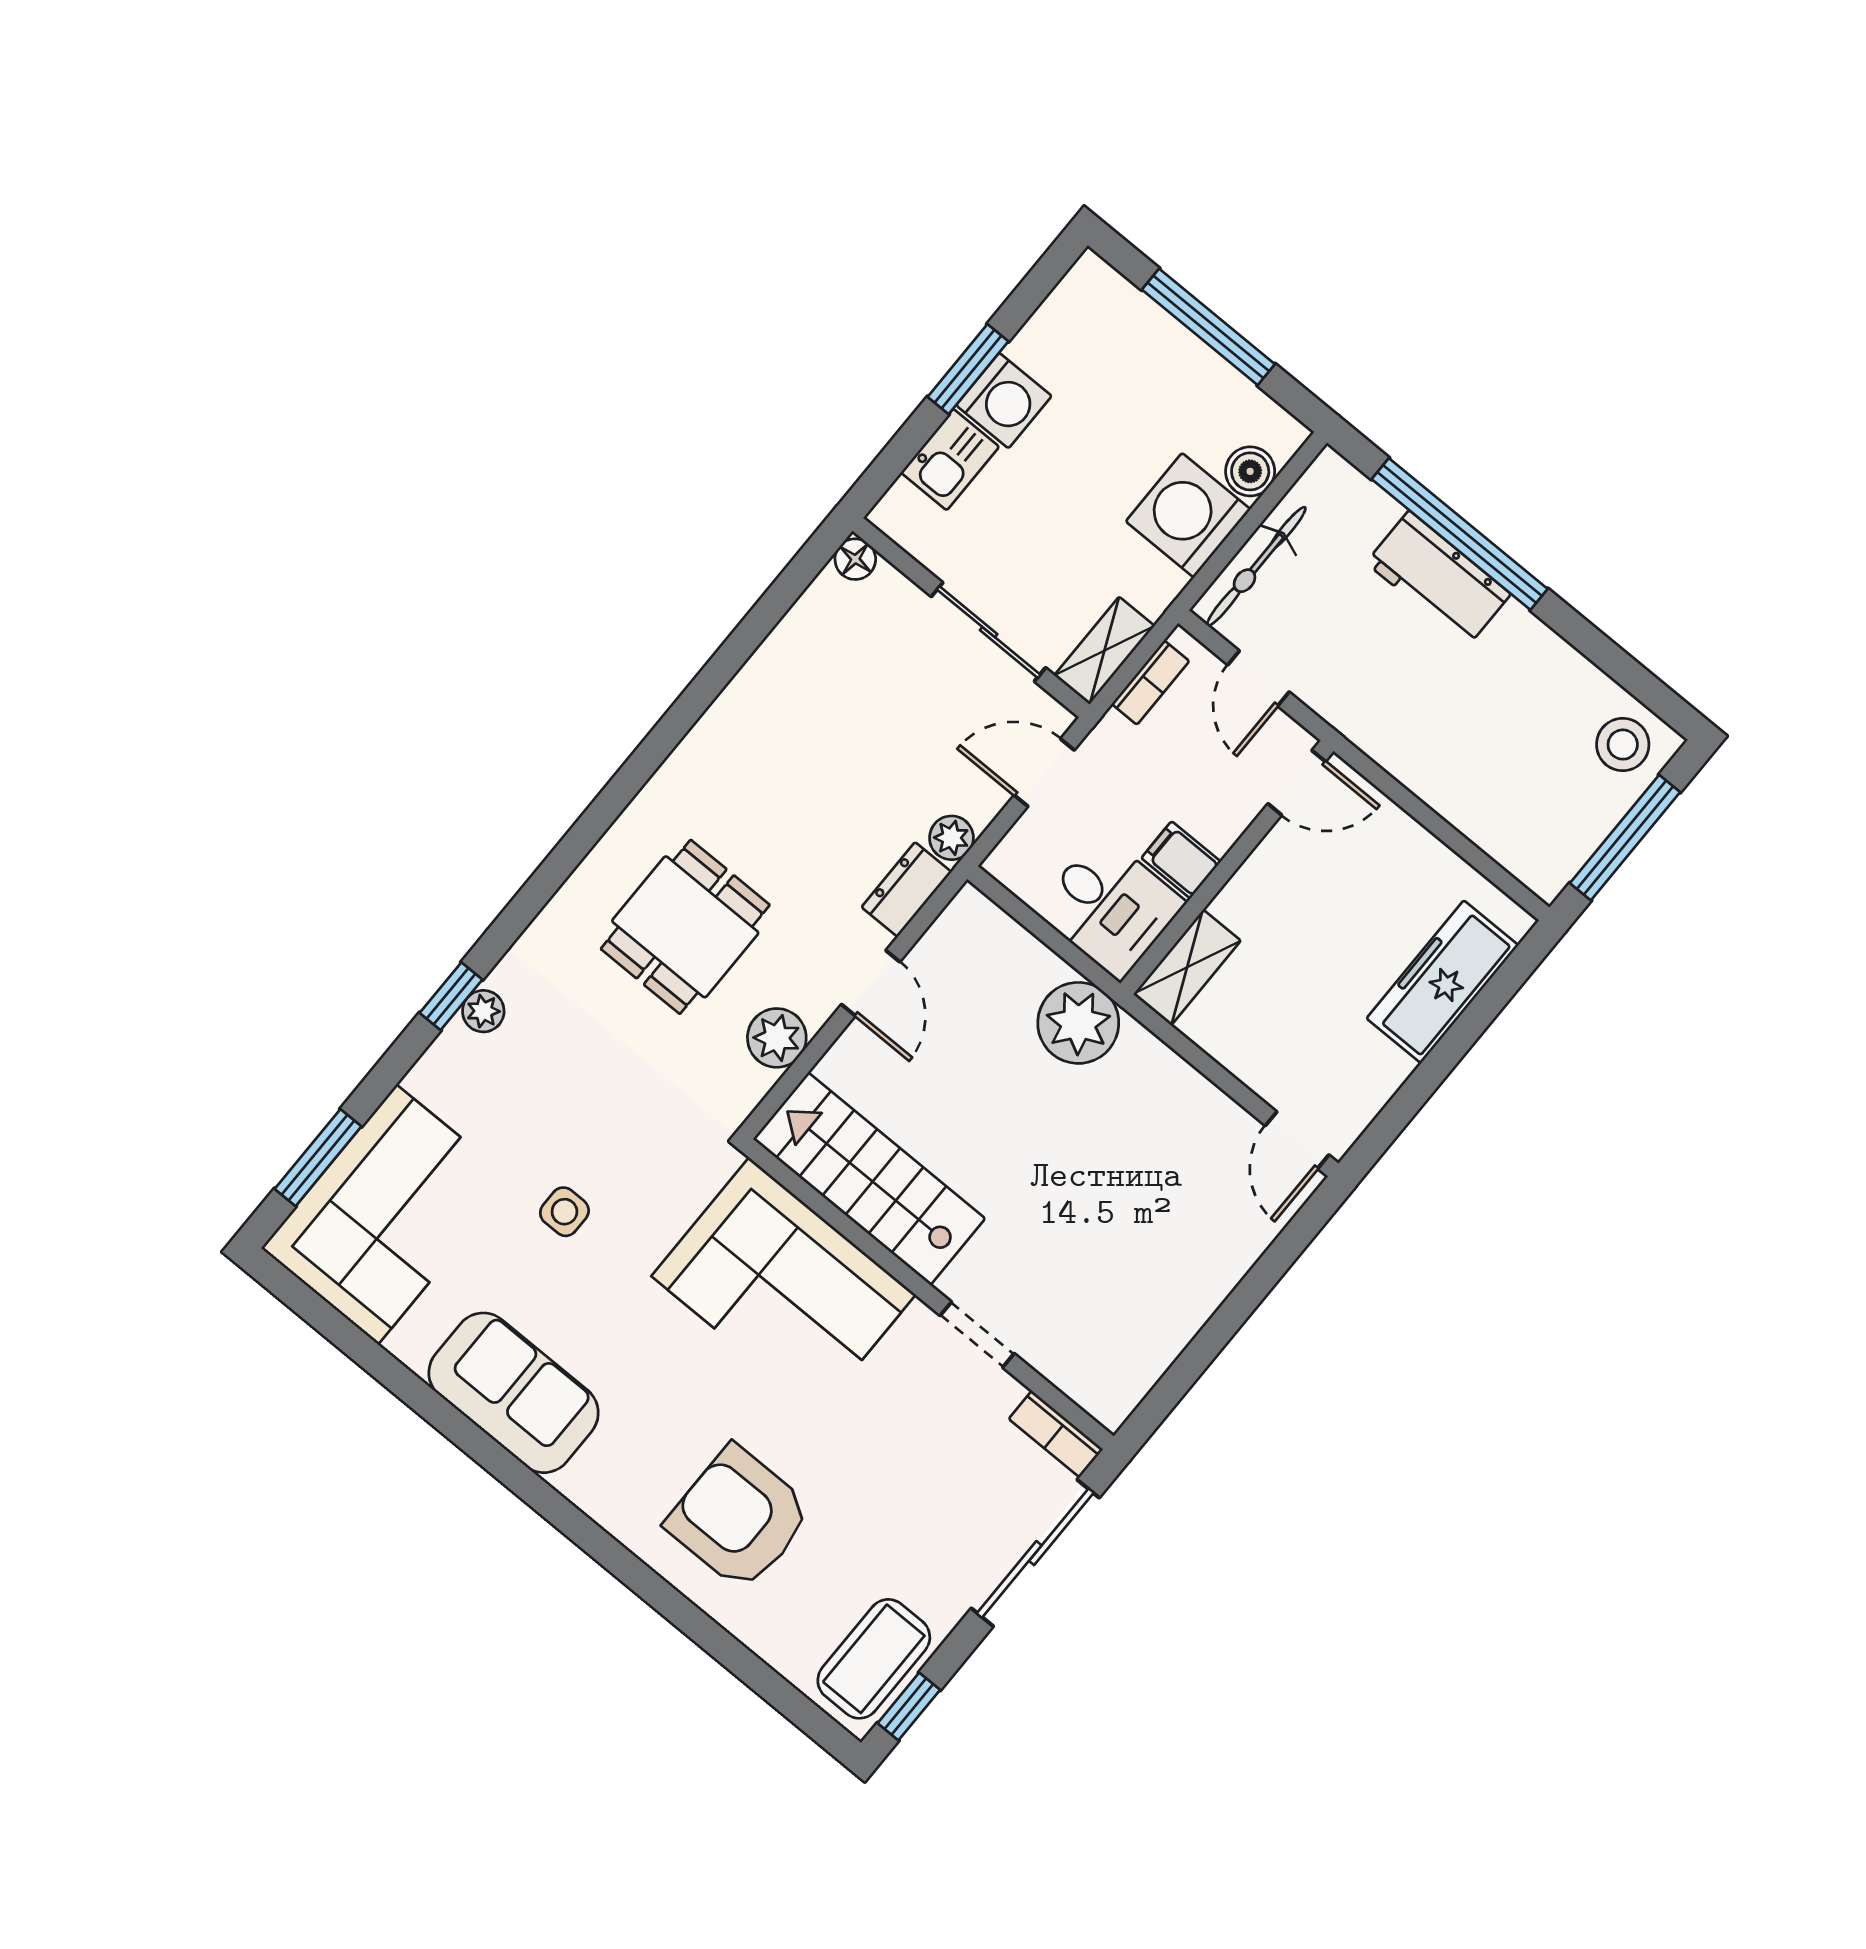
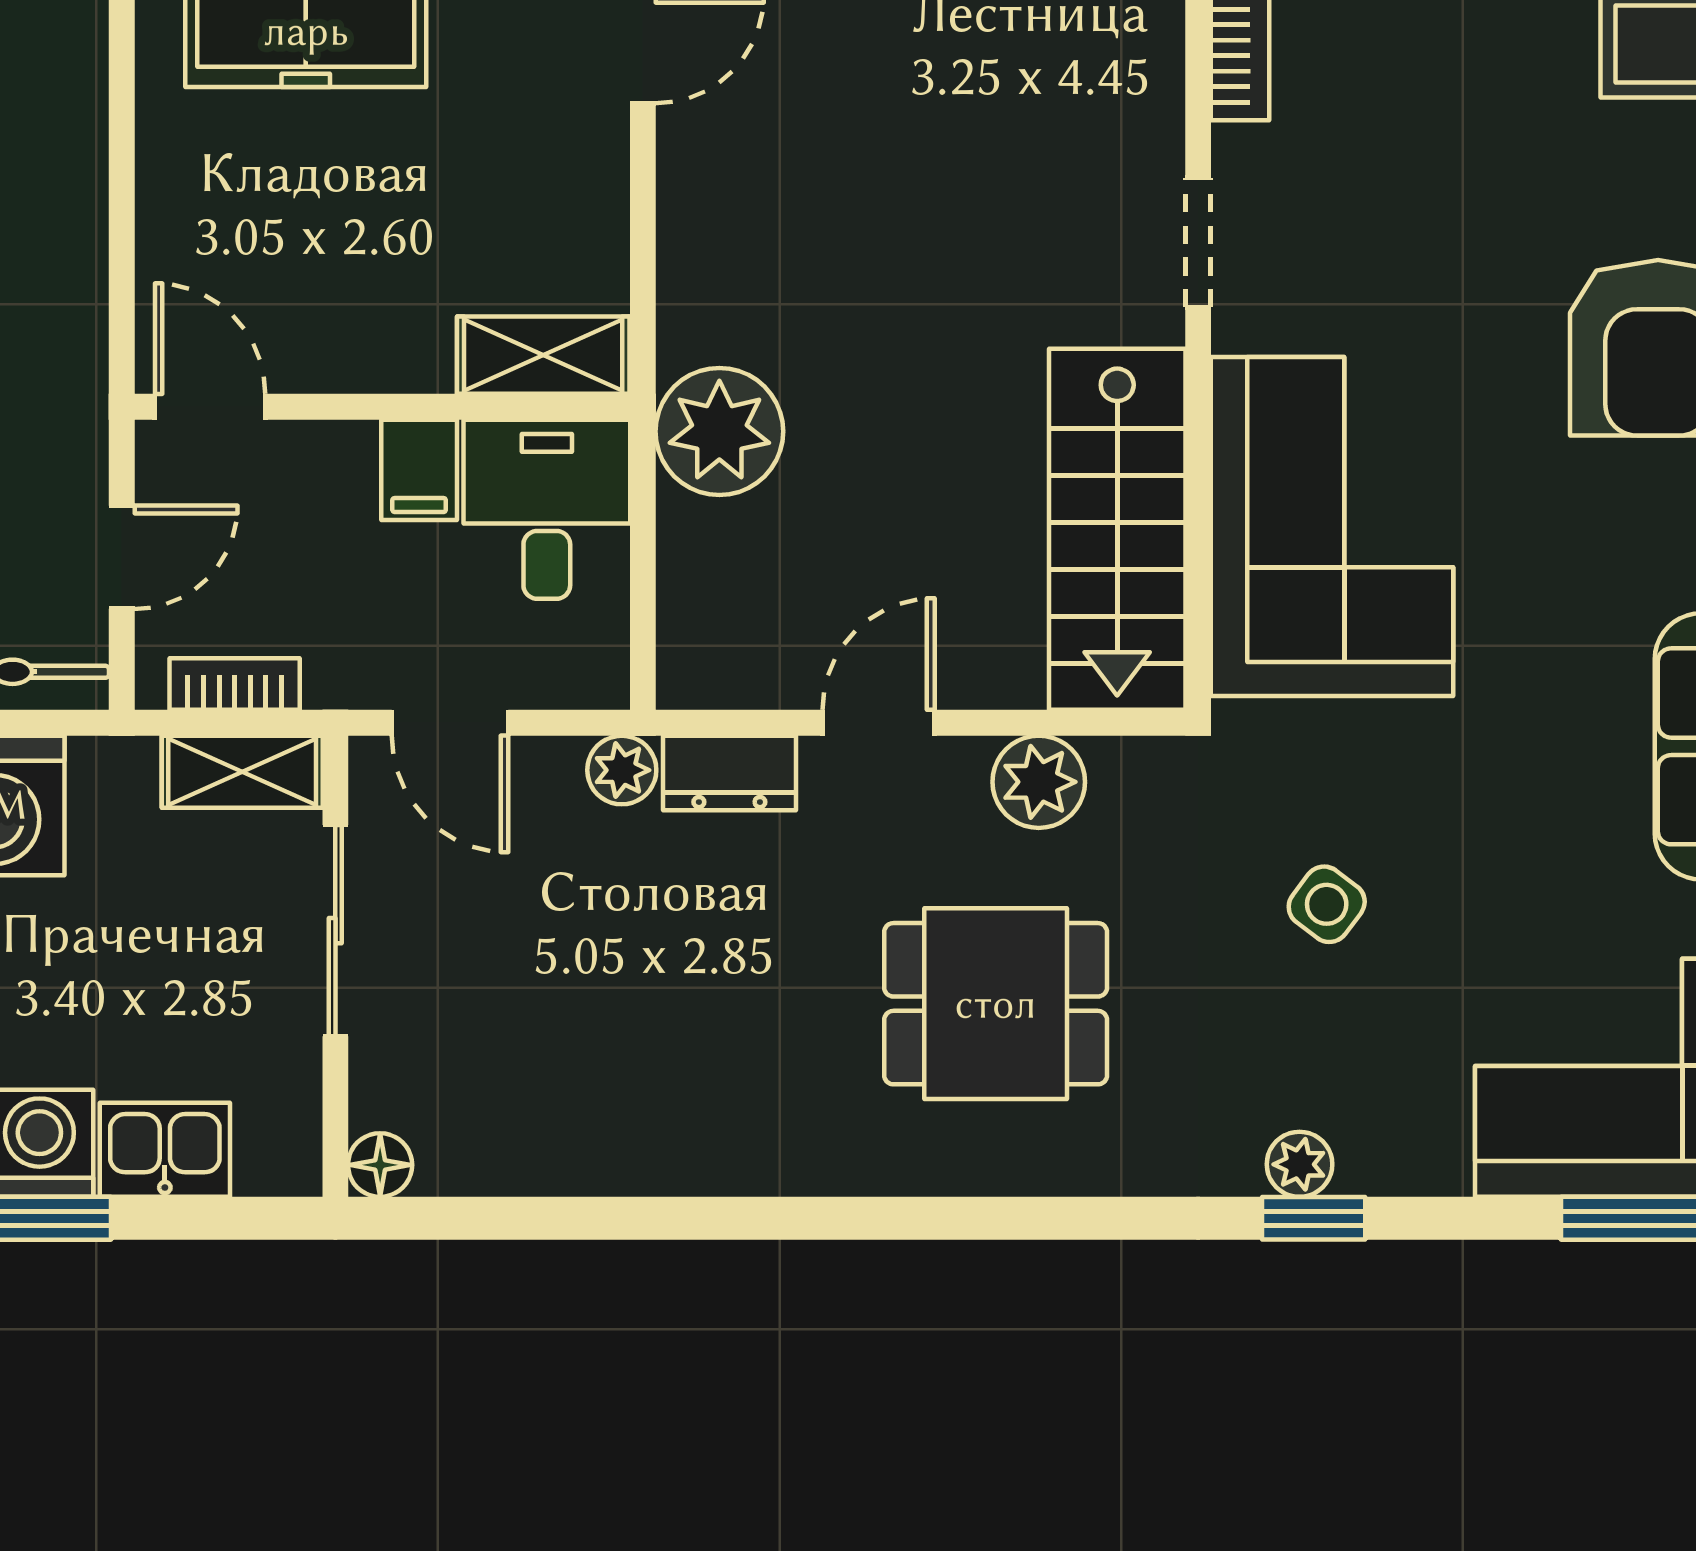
side table: (564, 1212) -> (1327, 904), moved, turned 37

